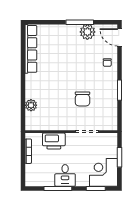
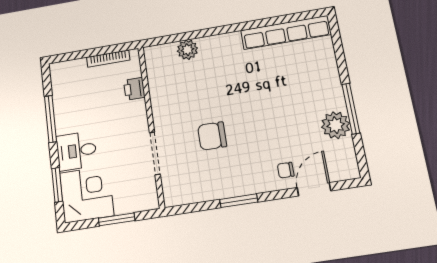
door: (120, 37) -> (314, 189), moved
printer: (54, 141) -> (134, 89), width x0.53, depth x0.68
desk: (65, 175) -> (77, 151), moved

